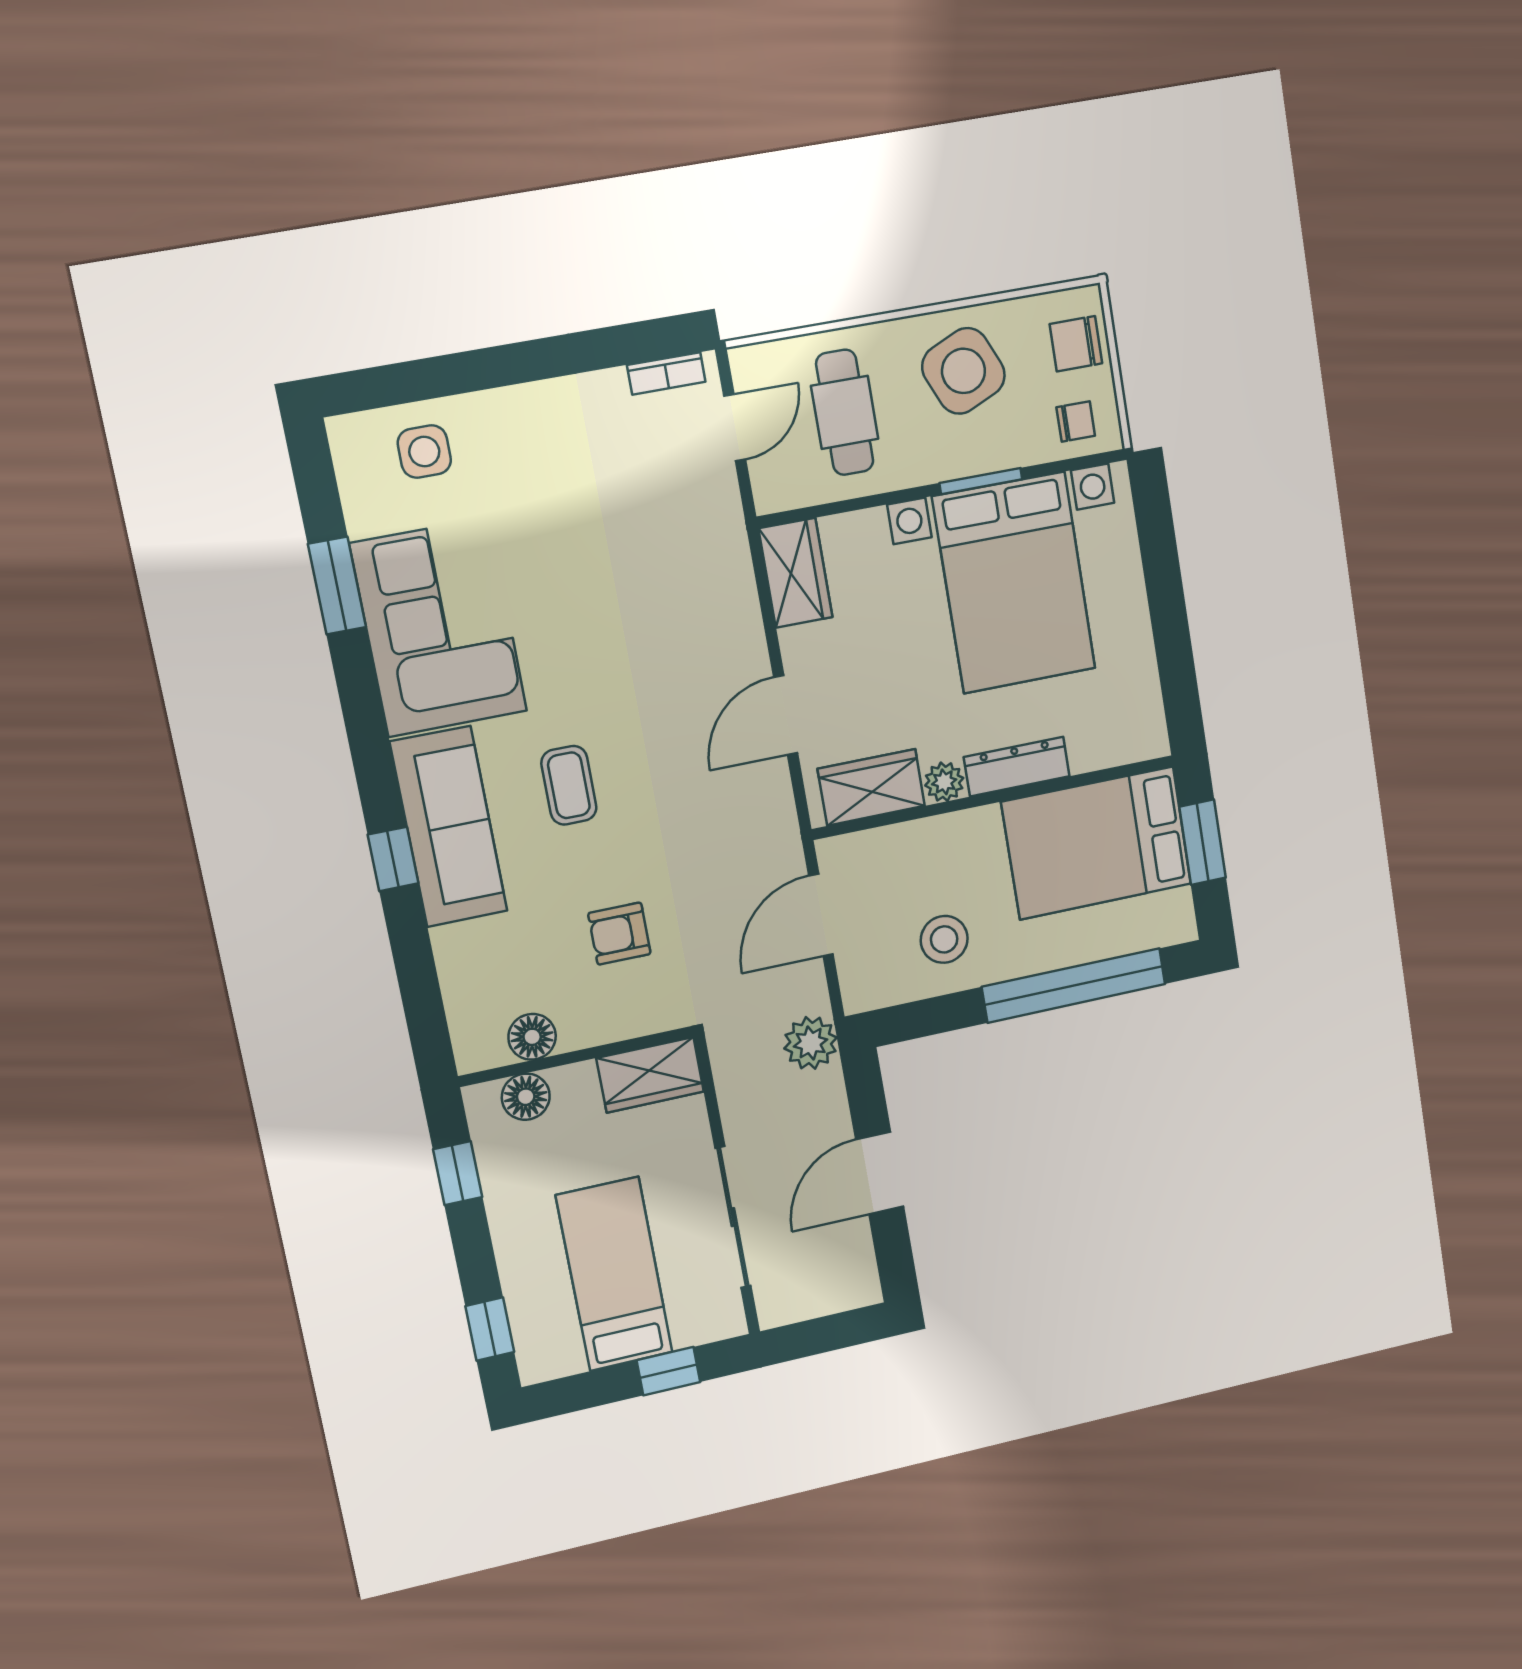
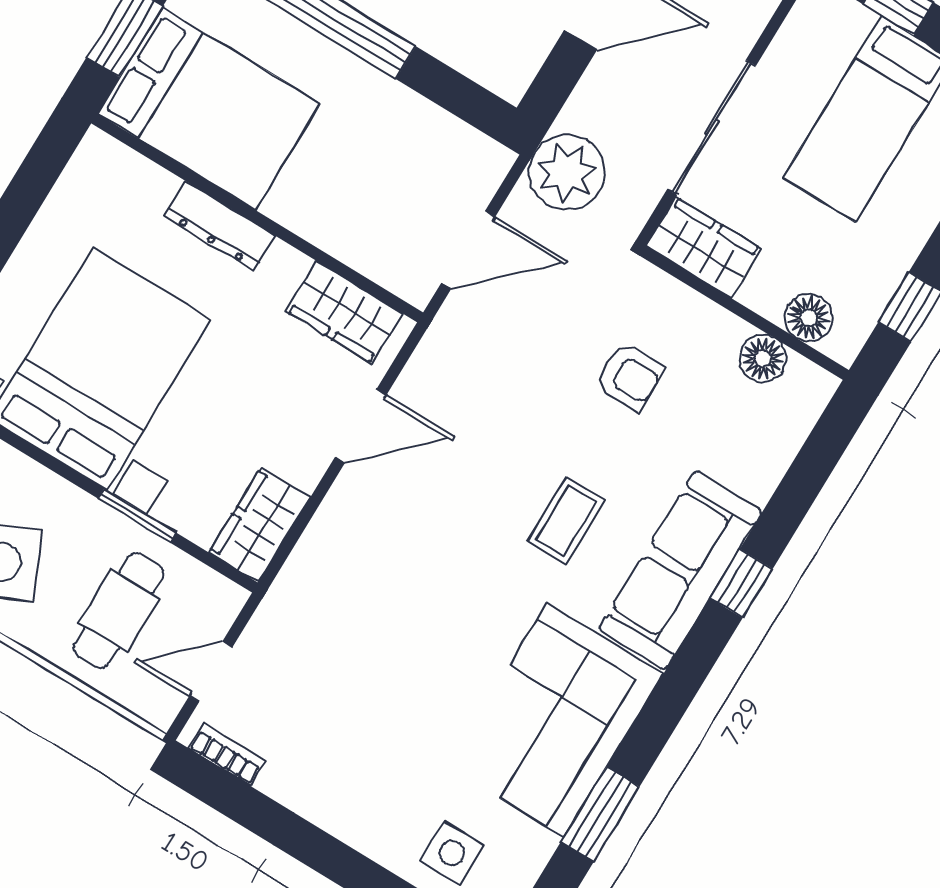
window: (981, 481) -> (137, 516), moved
plant: (944, 782) -> (285, 265), removed
stool: (944, 939) -> (392, 143), removed
plant: (811, 1043) -> (567, 172), width x1.36, depth x1.36
sliding door: (733, 1217) -> (712, 127), moved

